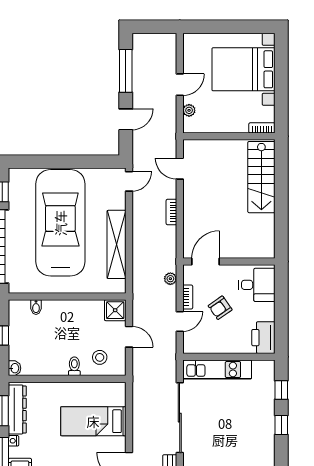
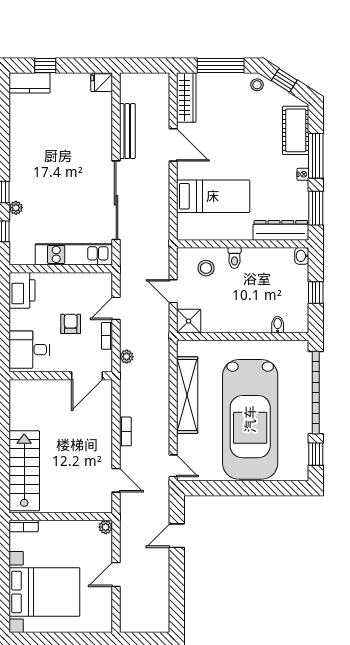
window: (126, 71) -> (177, 590), removed
plant: (189, 110) -> (106, 527), moved
door: (129, 181) -> (173, 466), swing flipped
armchair: (220, 308) -> (71, 324), turned -55
dresser: (17, 409) -> (281, 230), moved, turned 90
plant: (269, 411) -> (16, 208), added

